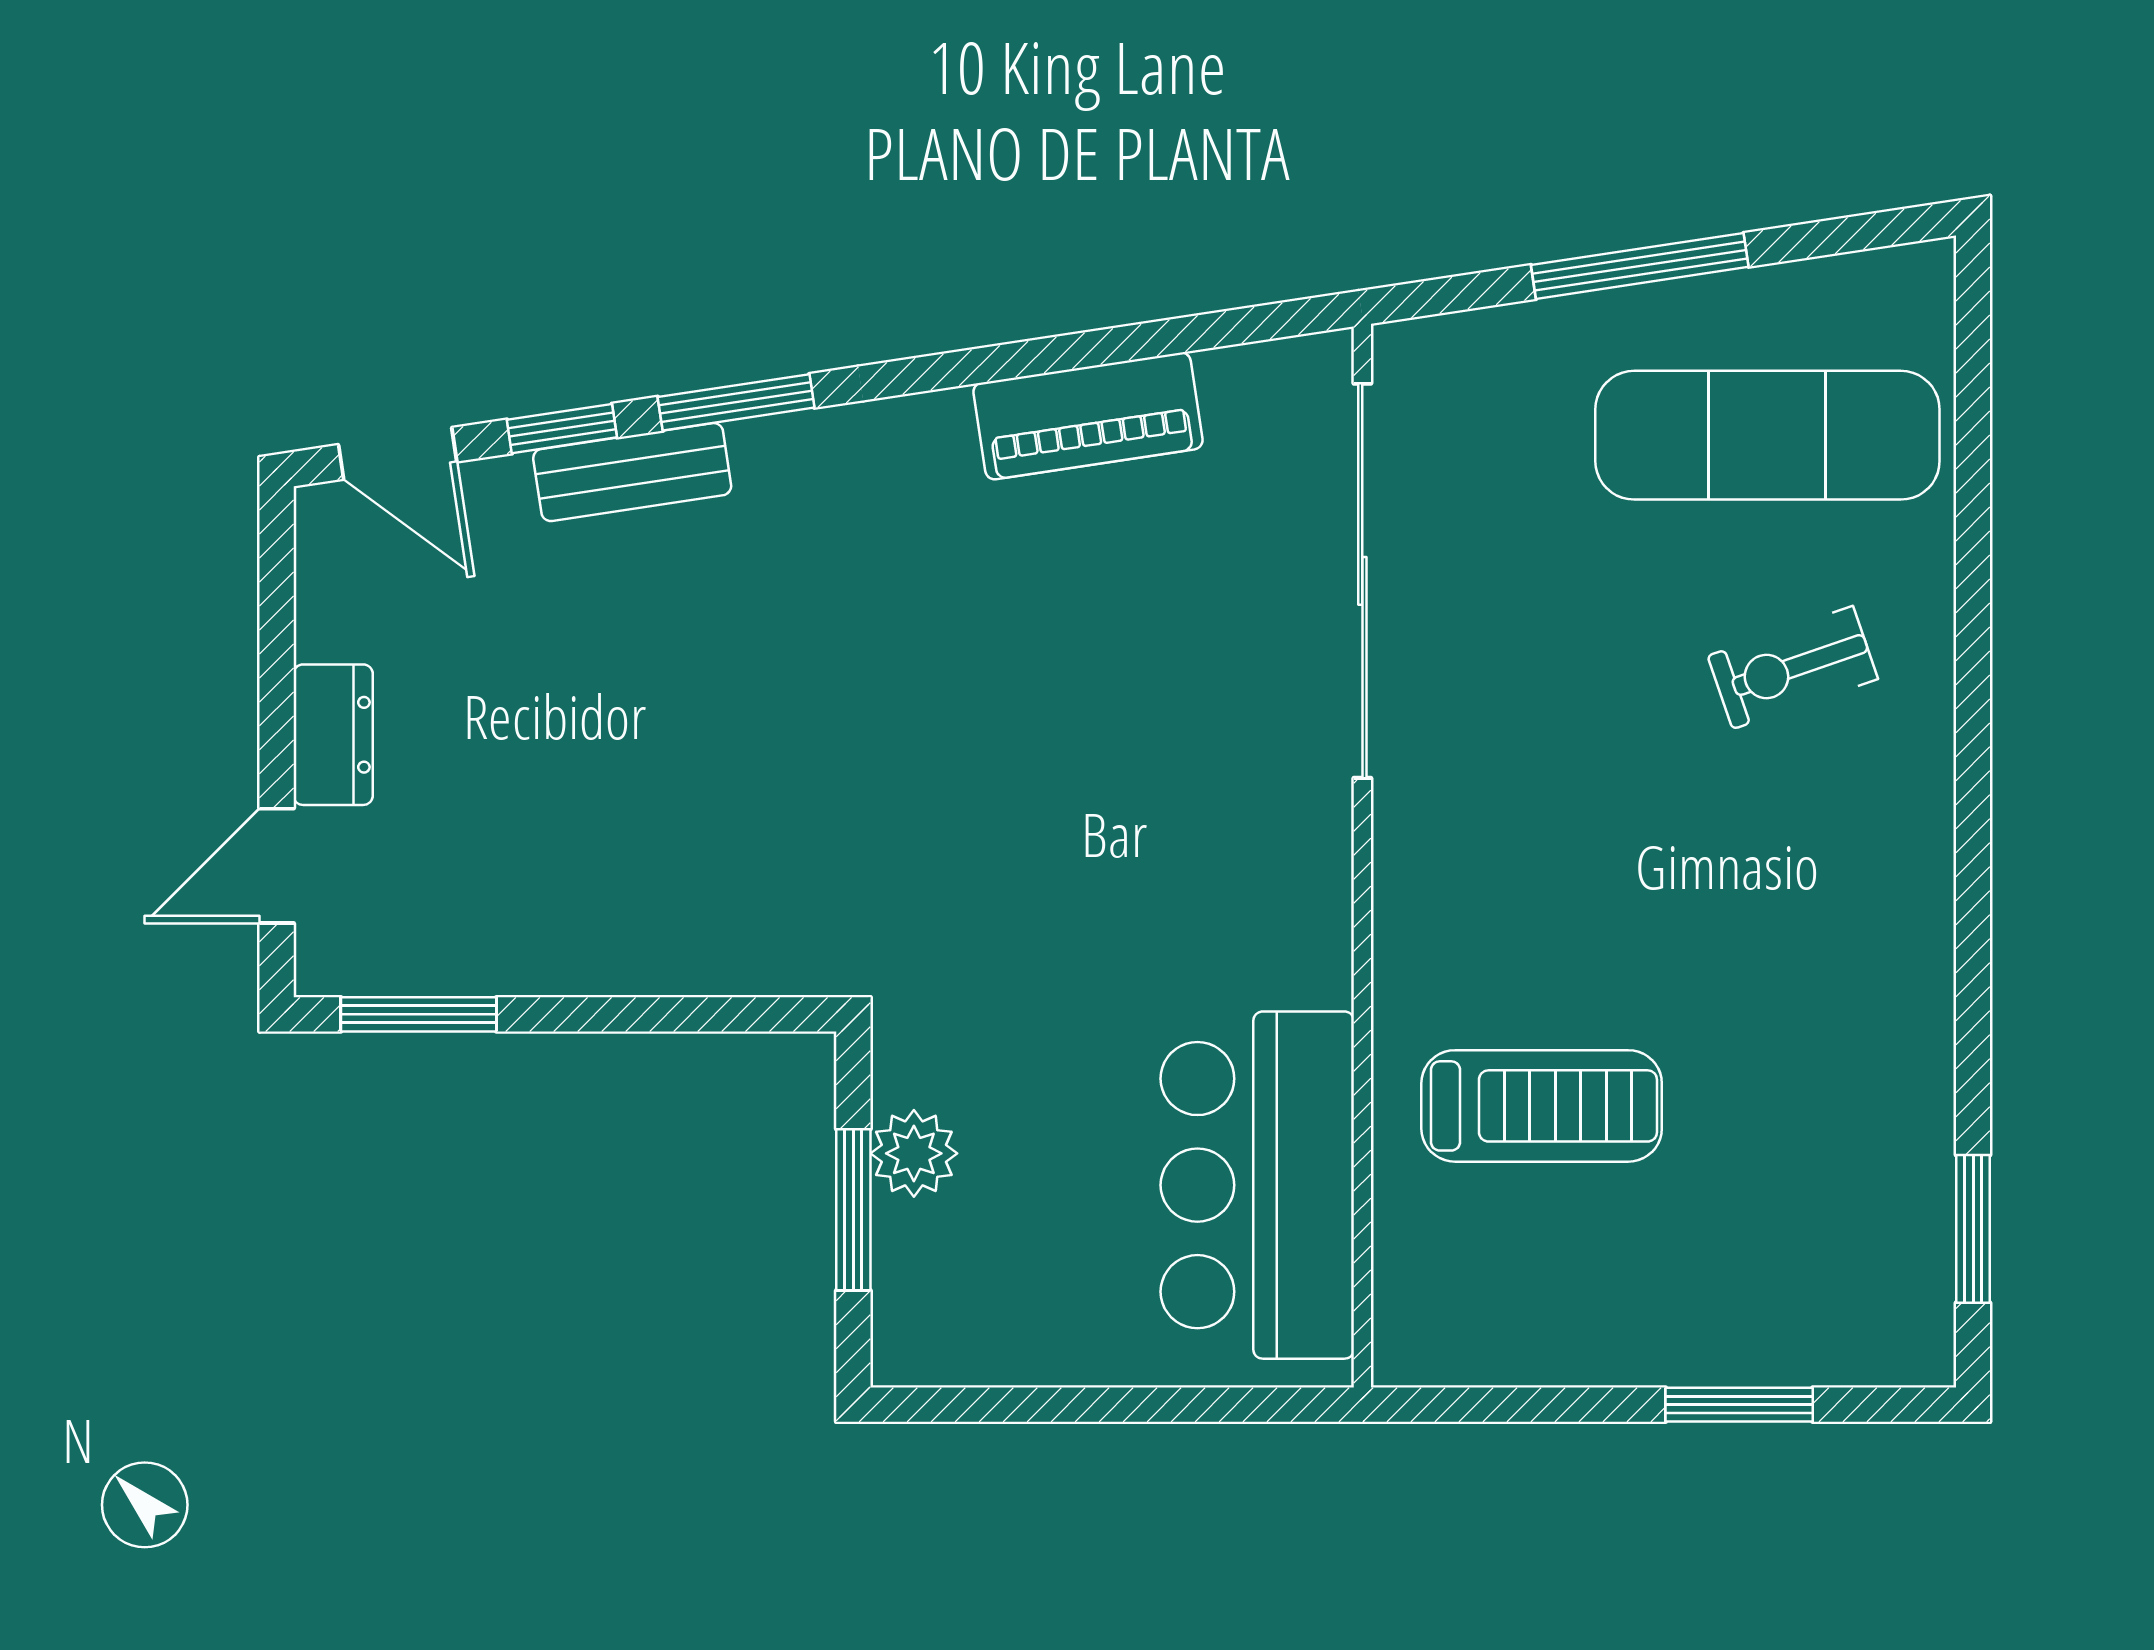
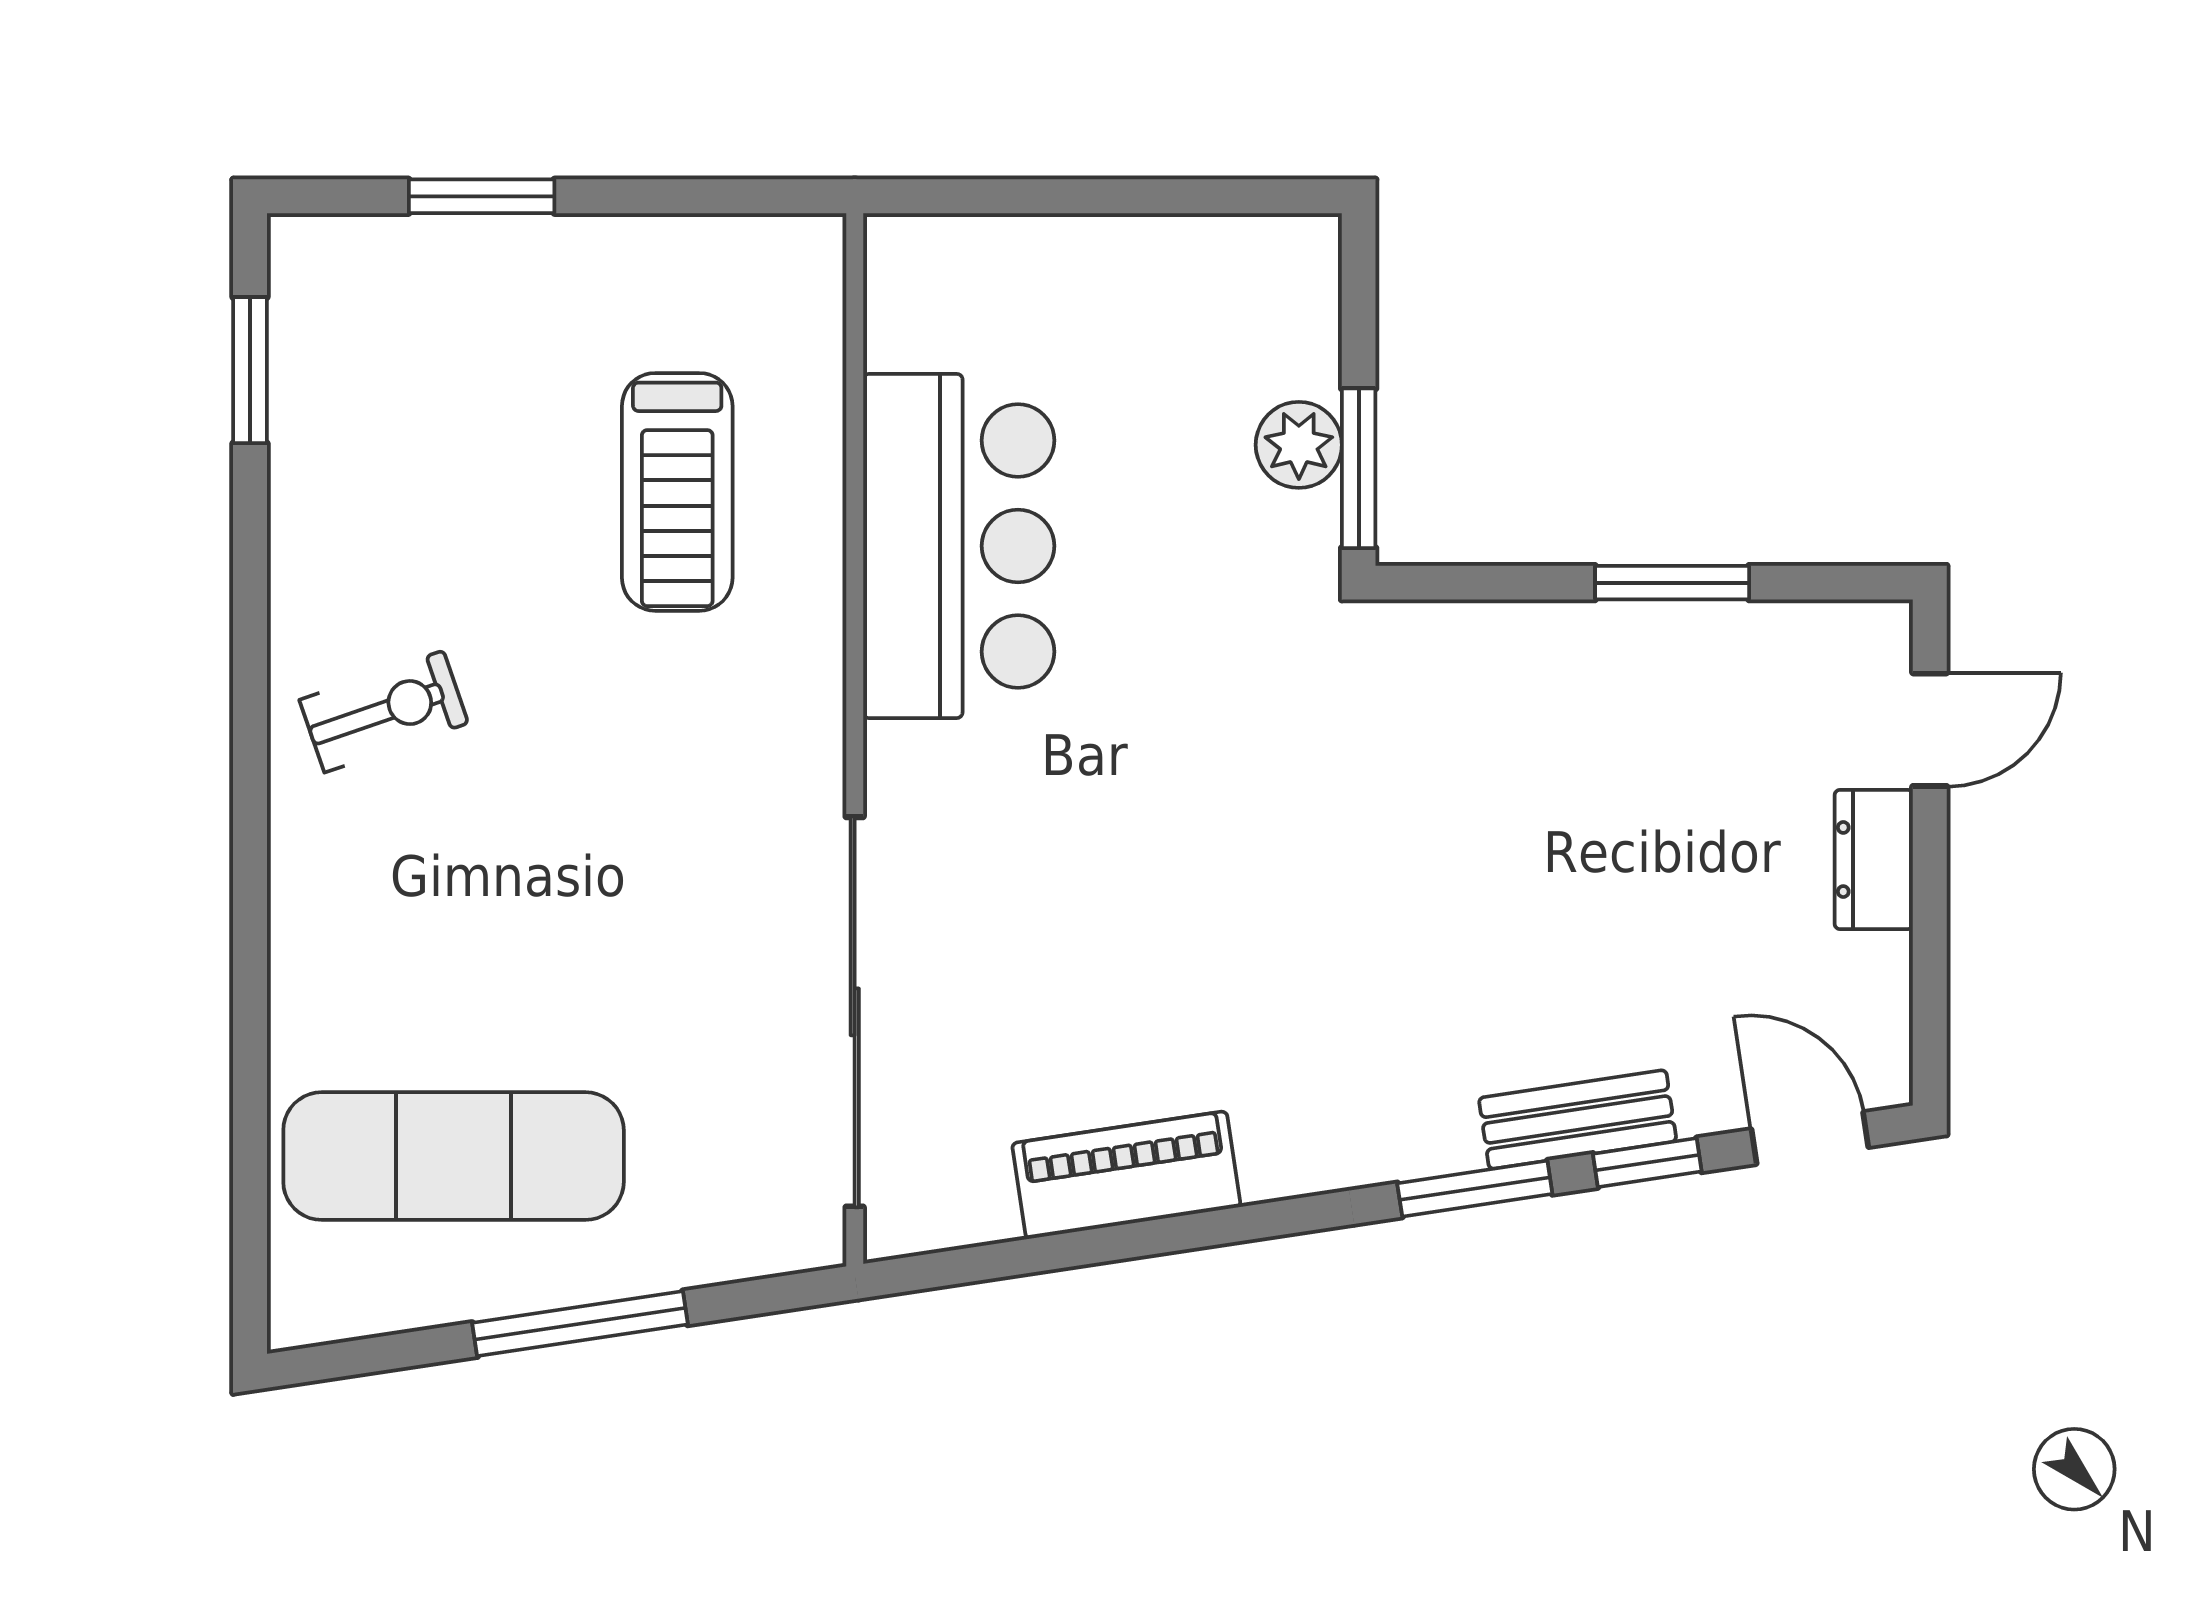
exercise bike: (1793, 667) -> (384, 711), moved
window: (419, 1014) -> (1672, 583), moved
treadmill: (1542, 1106) -> (677, 492), turned -90
bar counter: (1257, 1185) -> (959, 546), moved
window: (853, 1210) -> (1359, 468), moved

